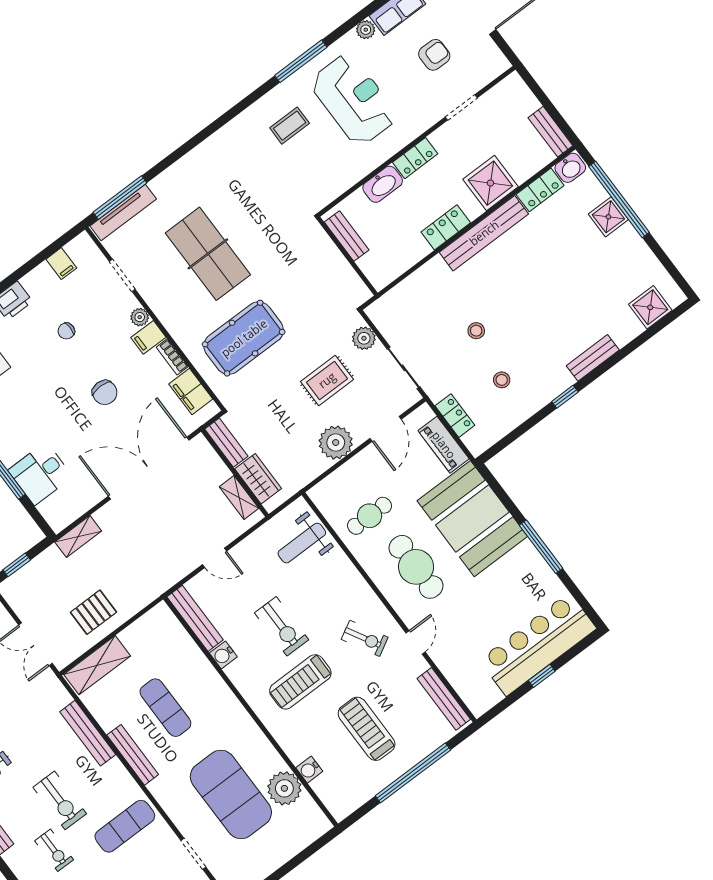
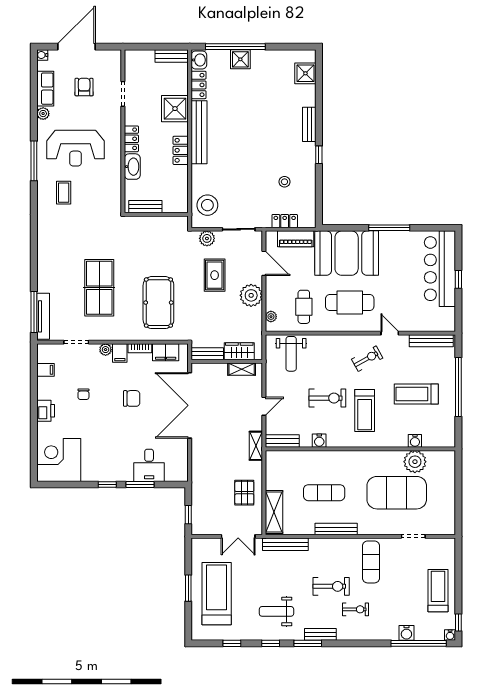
reception desk: (354, 100) -> (75, 148), turned 180
table tennis table: (208, 254) -> (99, 288), turned 90
stool: (476, 331) -> (207, 205), moved, width x1.89, depth x1.89
plant: (328, 485) -> (271, 317), added
shelving: (78, 536) -> (256, 446), moved
bench: (195, 618) -> (282, 441), width x0.73
bench: (88, 733) -> (285, 544), moved

